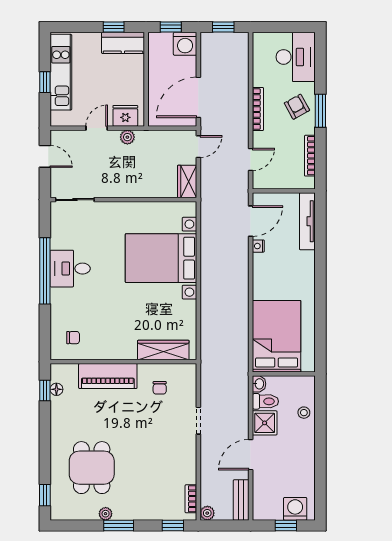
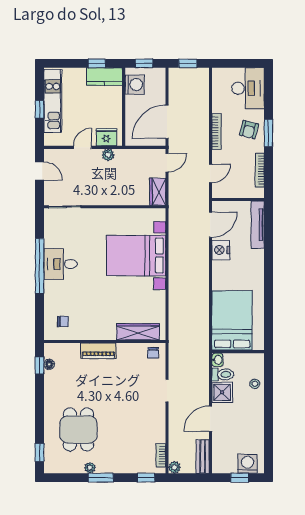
washing machine: (185, 44) -> (135, 85), moved, turned -90
armchair: (297, 107) -> (249, 130), turned -137
nightstand: (258, 246) -> (221, 250), width x1.89, depth x1.79
piano: (108, 376) -> (98, 351), width x0.73, depth x0.75
chair: (160, 388) -> (153, 353), moved

